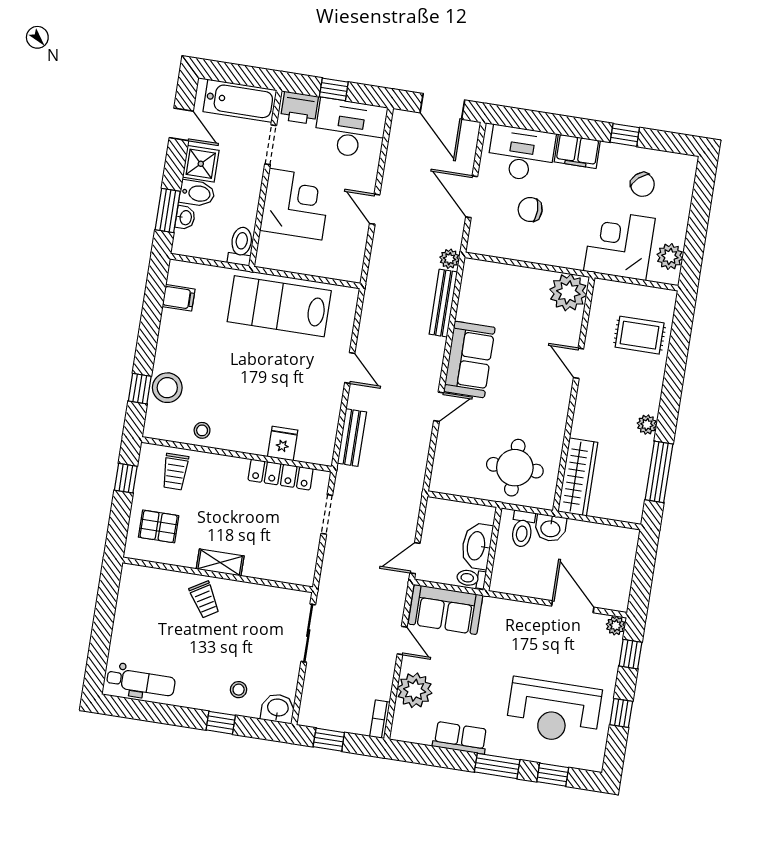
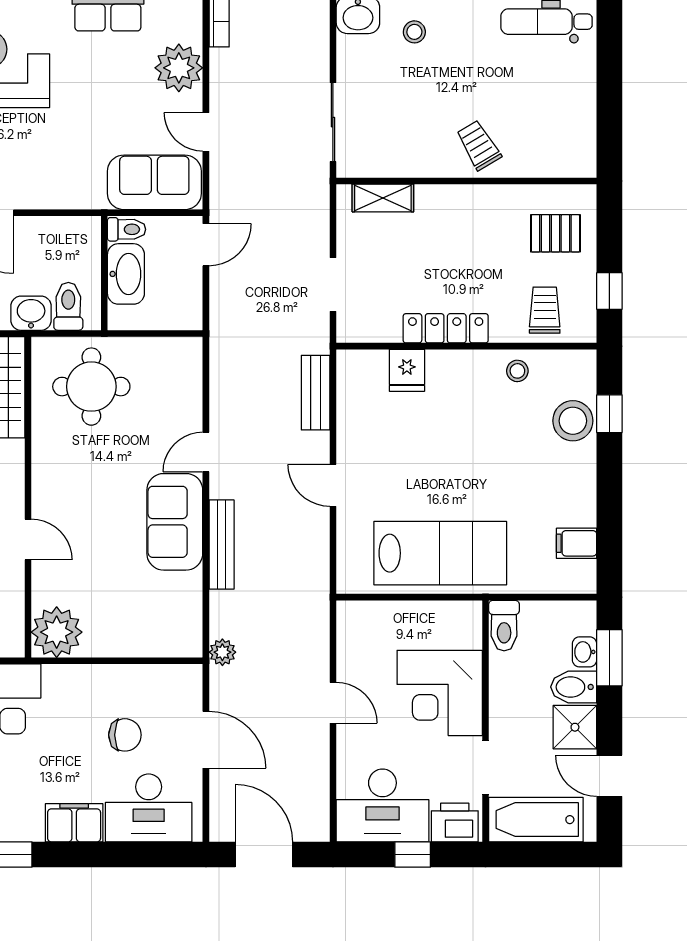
bench: (443, 303) -> (222, 545), moved
locker: (281, 475) -> (446, 328), moved
shelving: (220, 563) -> (383, 198), moved

